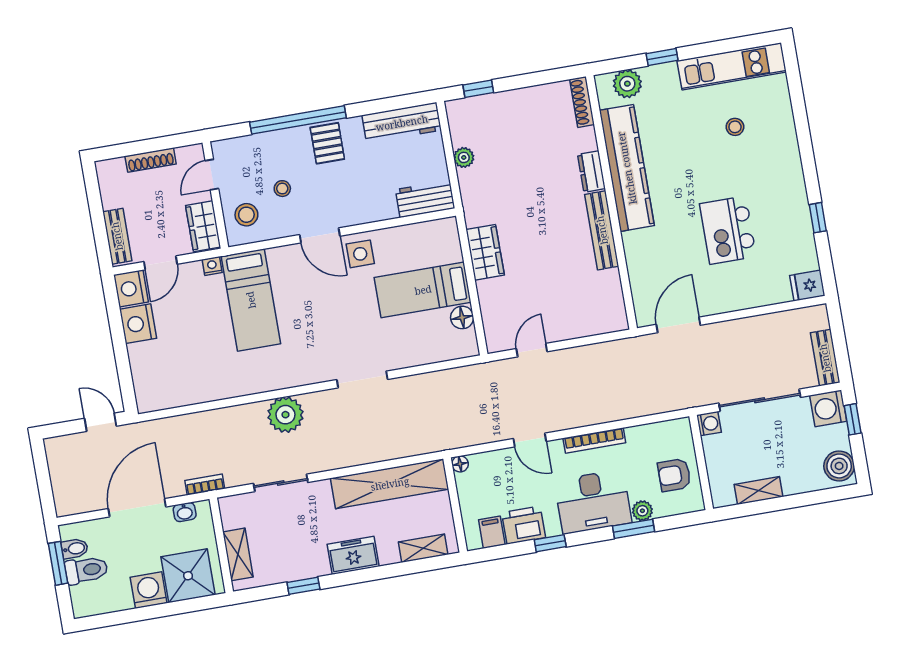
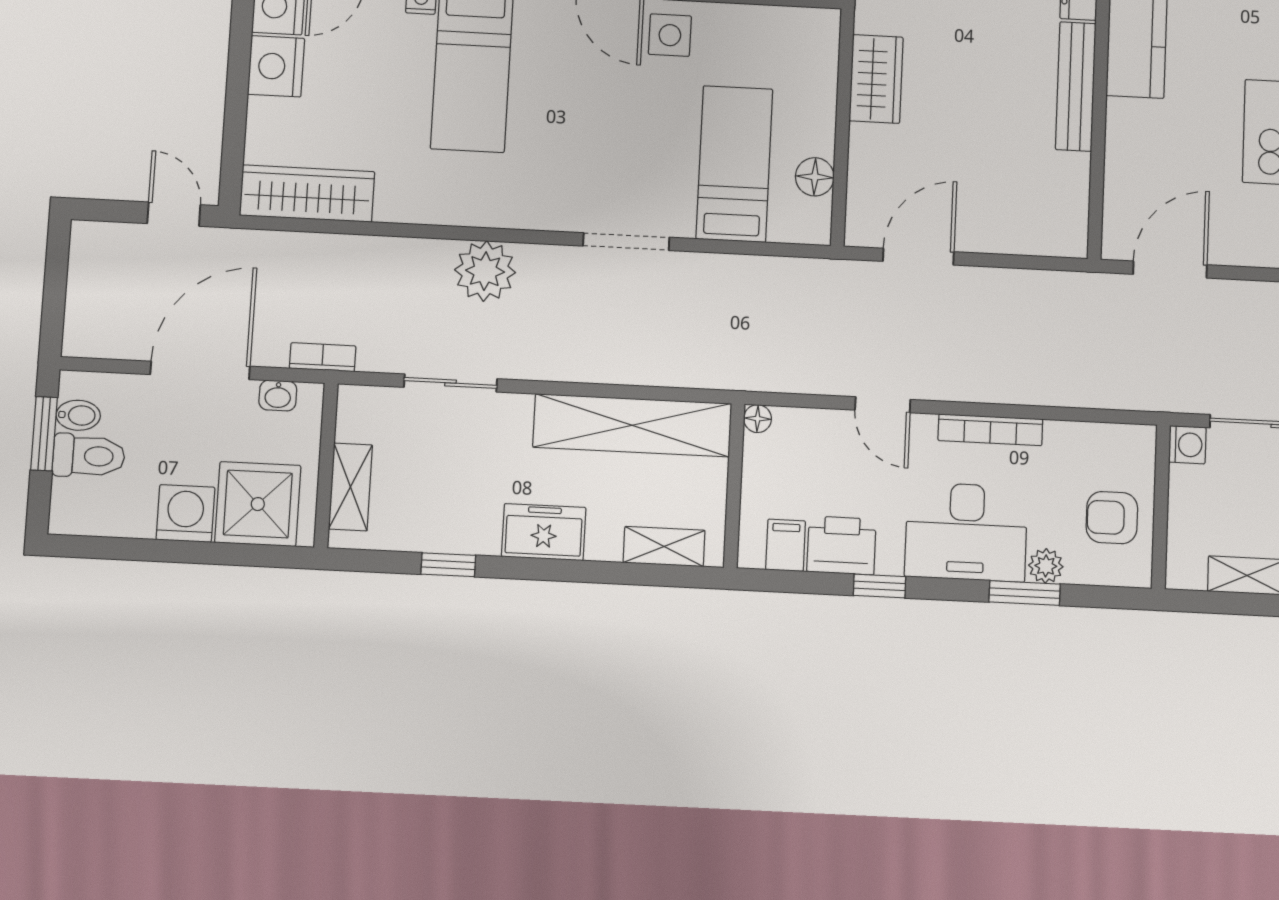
bed: (423, 290) -> (734, 164), moved, turned 90
door: (532, 350) -> (918, 257), width x1.38
wardrobe: (173, 393) -> (307, 194), added

